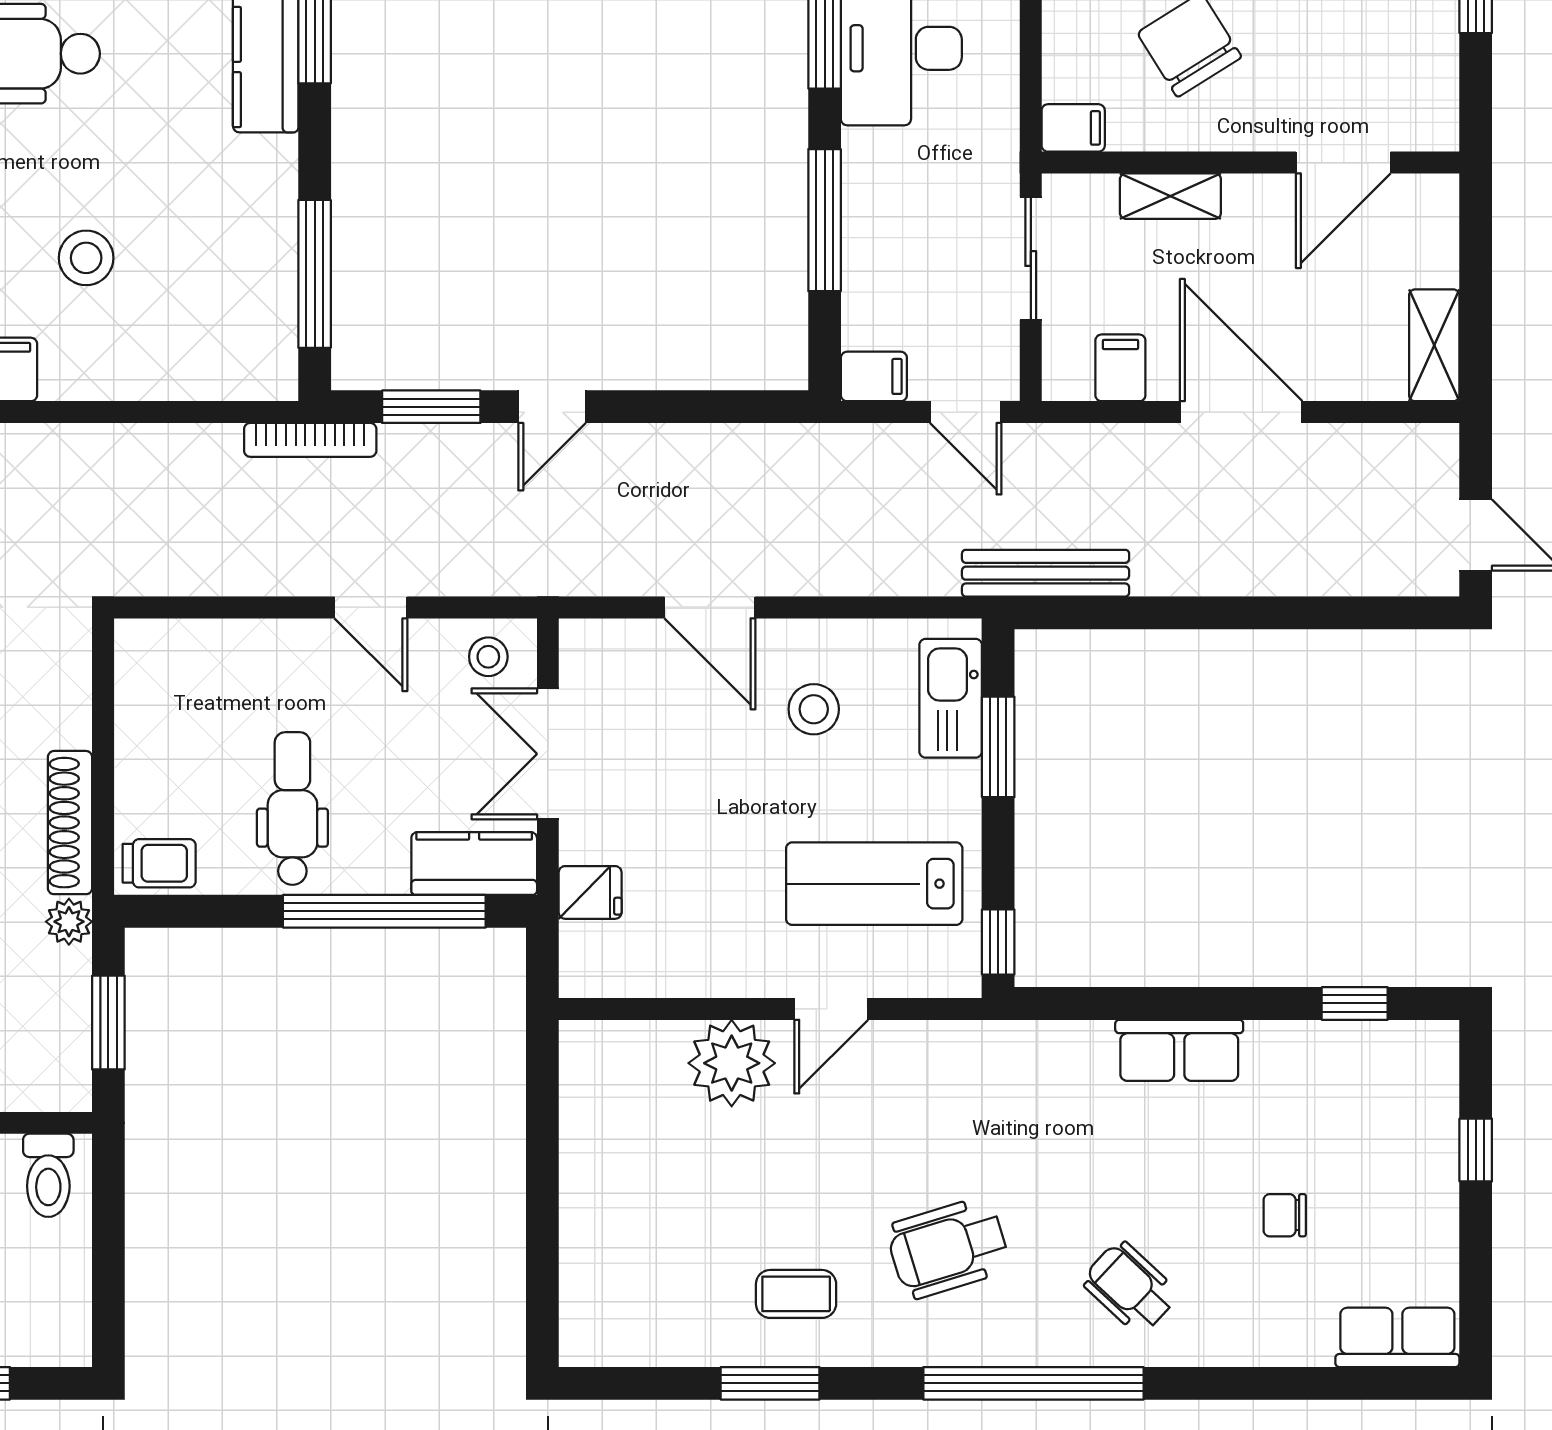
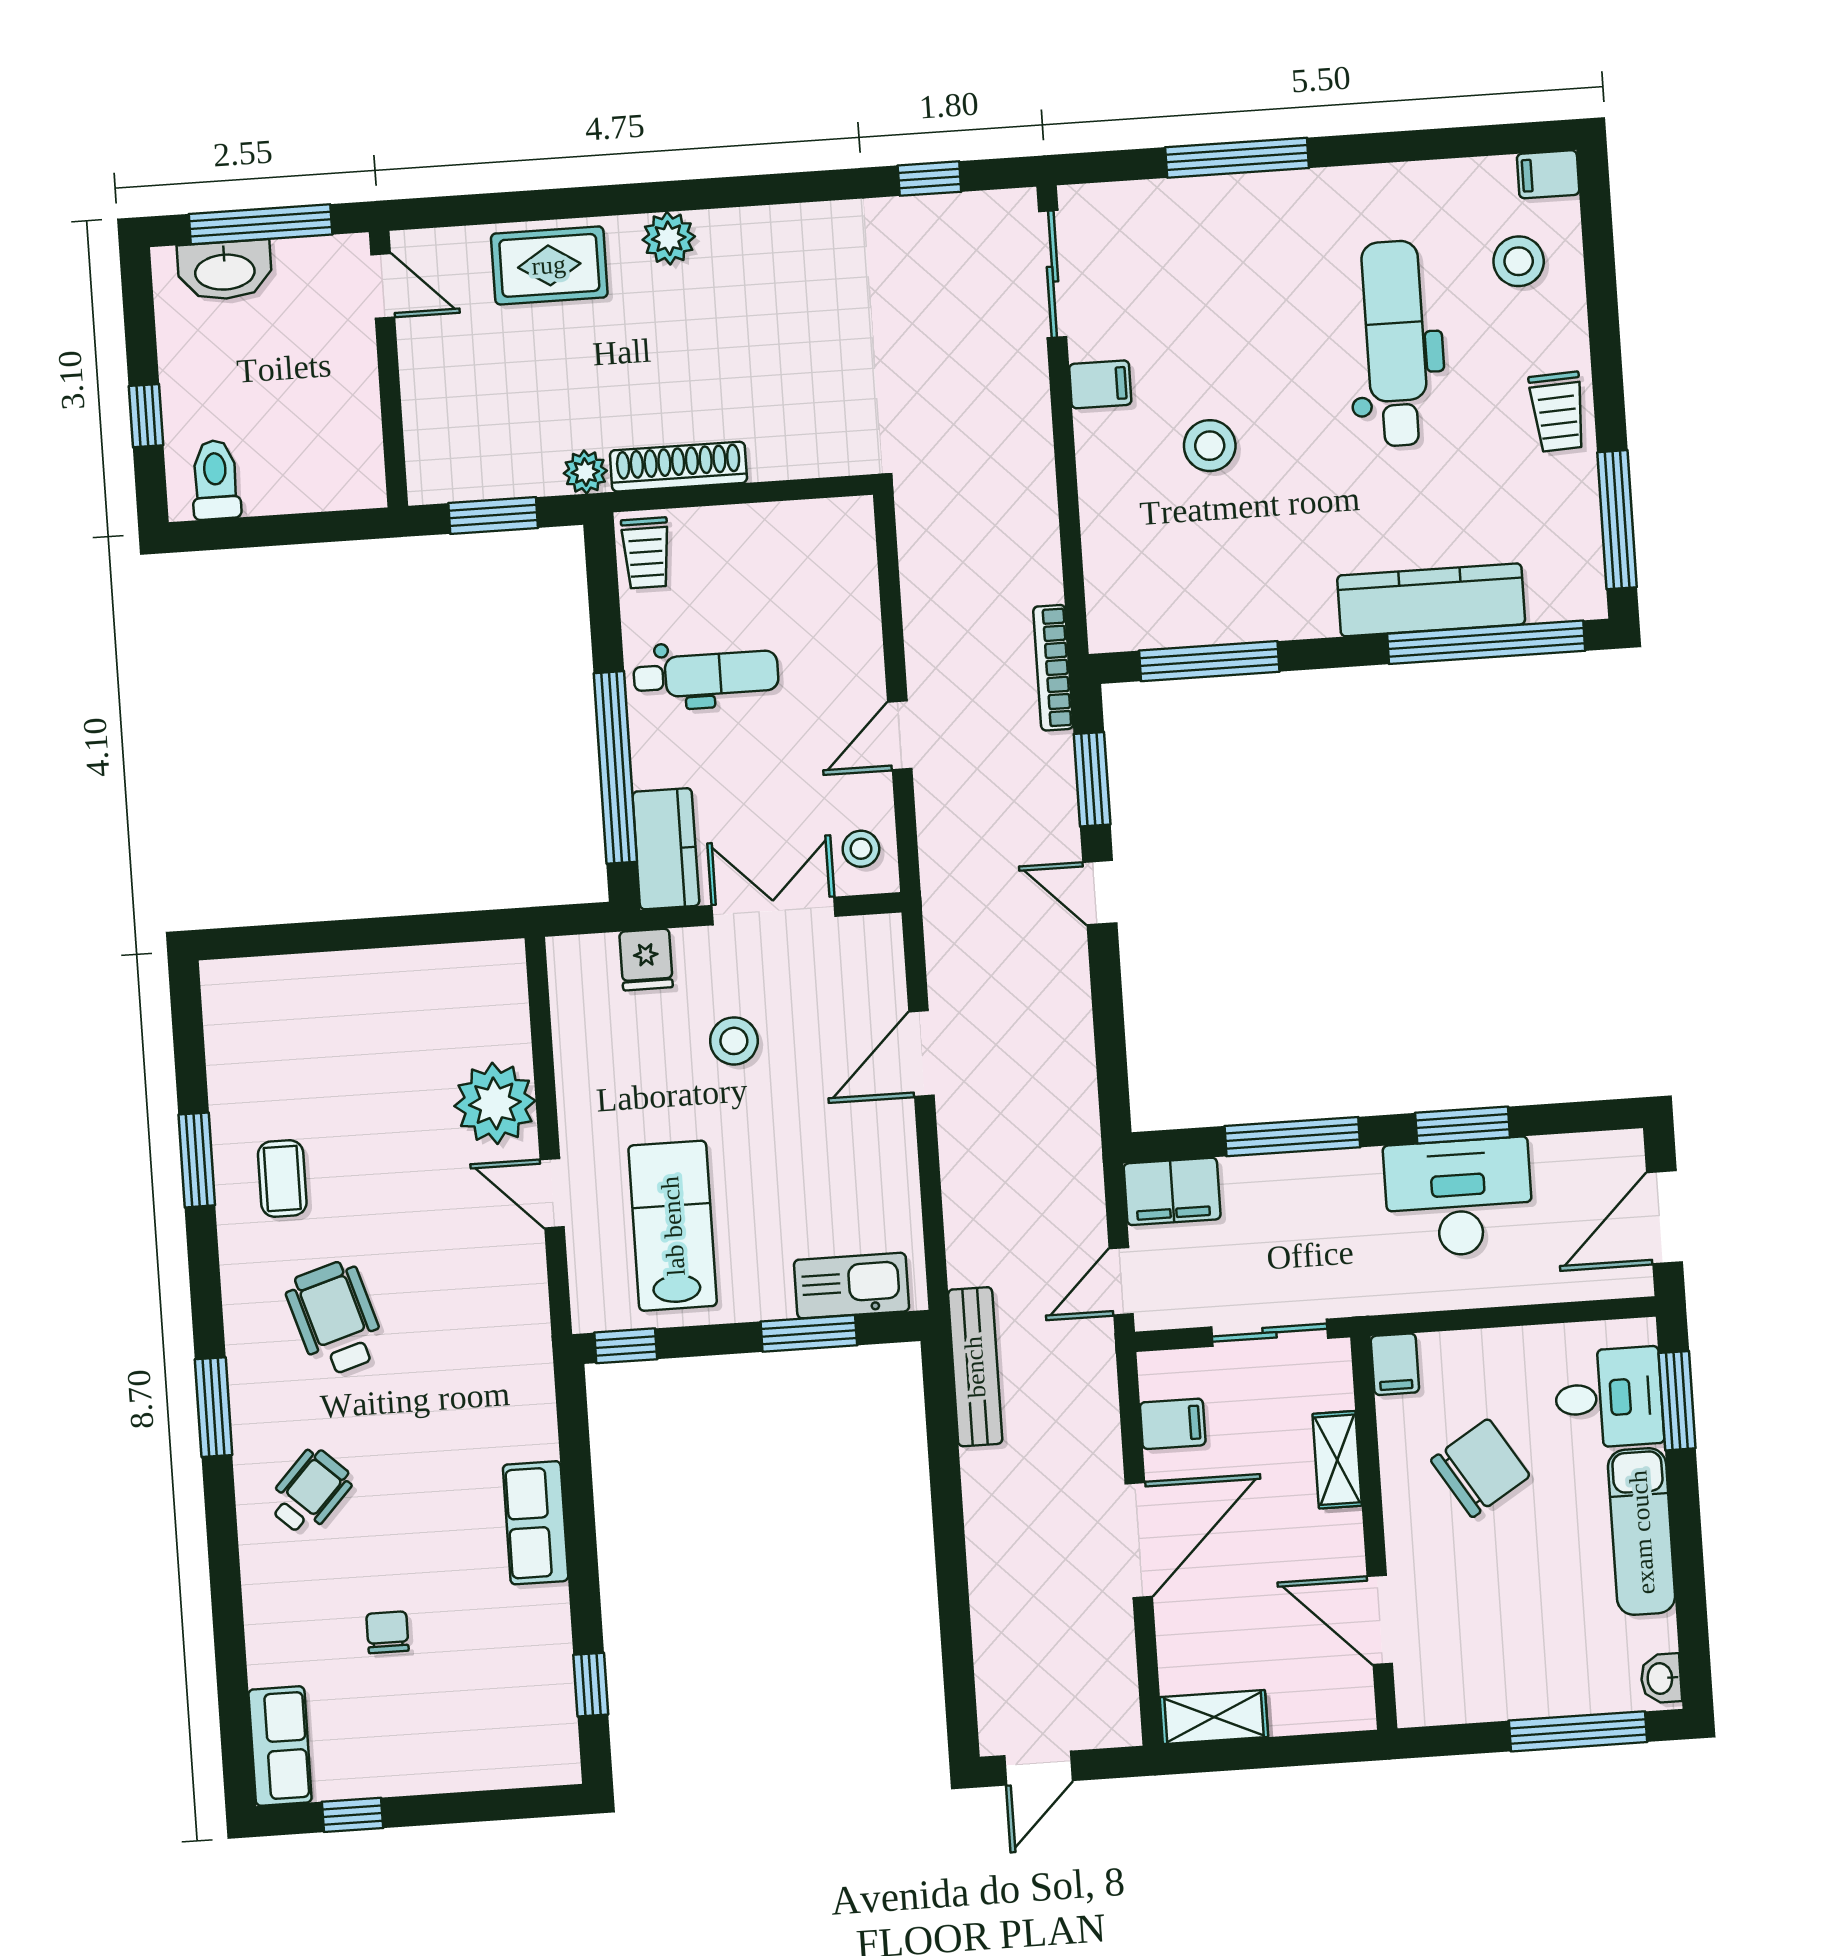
filing cabinet: (874, 376) -> (1172, 1191), width x2.00
stool: (814, 709) -> (734, 1041), moved
window: (1476, 1150) -> (352, 1815), moved
toilet: (48, 1175) -> (216, 480), moved, turned 90
window: (1033, 1383) -> (214, 1407), width x0.47

